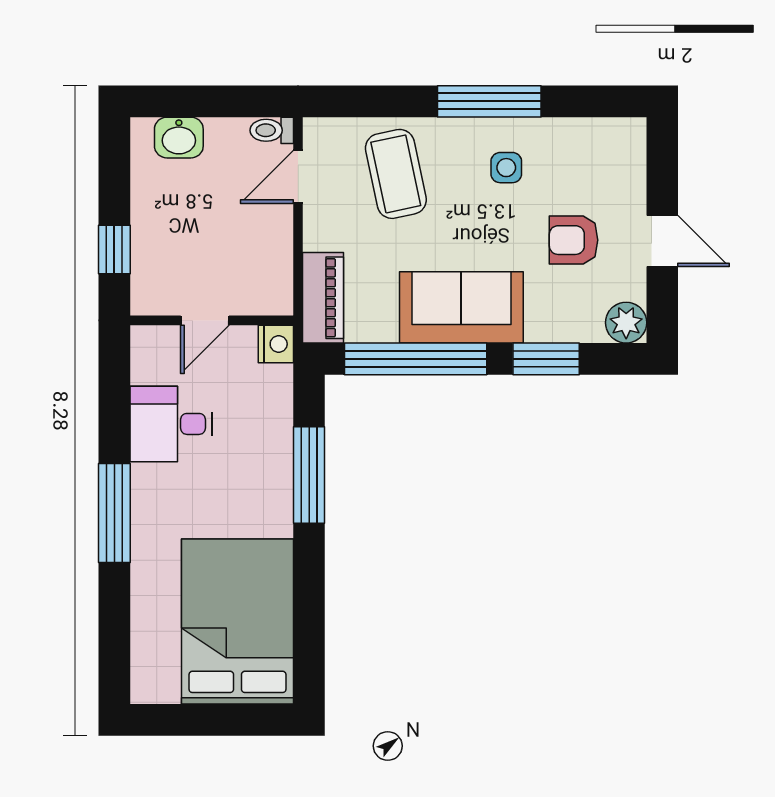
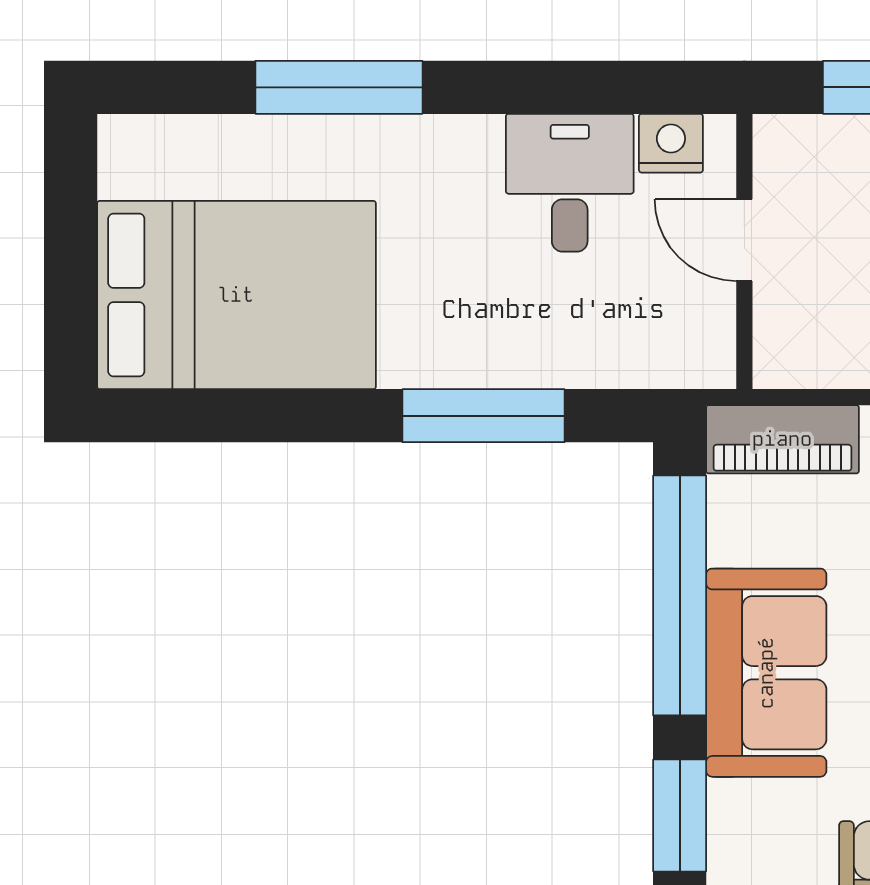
nightstand: (276, 344) -> (671, 143), moved, turned 180
window: (114, 513) -> (339, 87), moved

